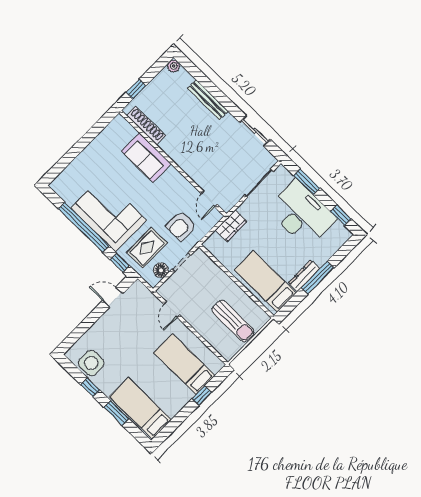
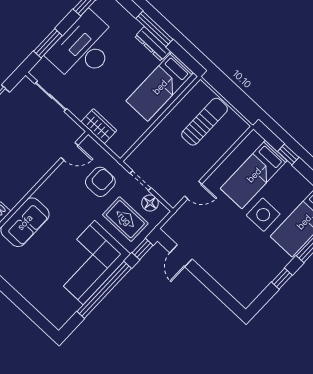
armchair: (181, 226) -> (100, 182), turned -90
side table: (91, 363) -> (263, 215), moved

